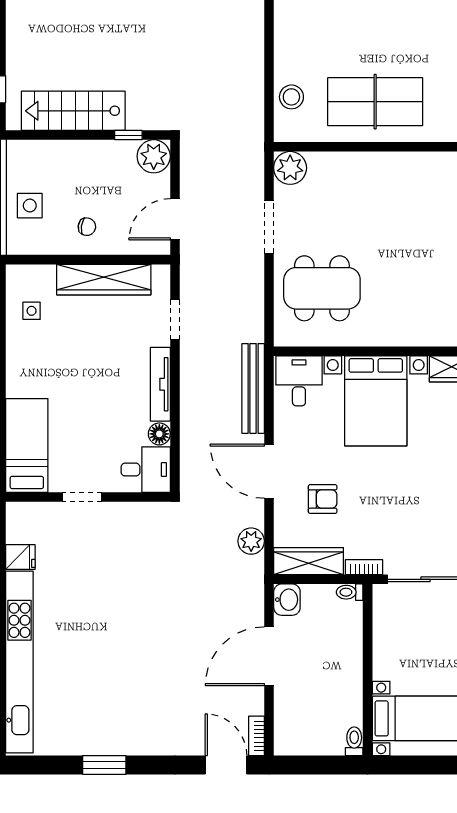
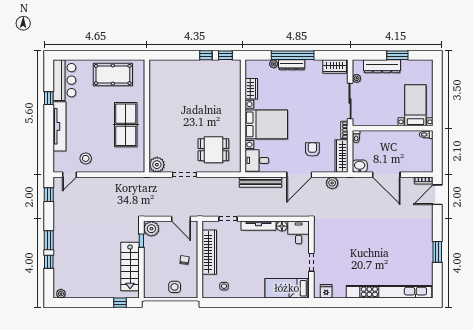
stool: (291, 97) -> (86, 158), moved
dining table: (322, 288) -> (213, 150), width x0.73
fridge: (20, 557) -> (326, 291), moved

